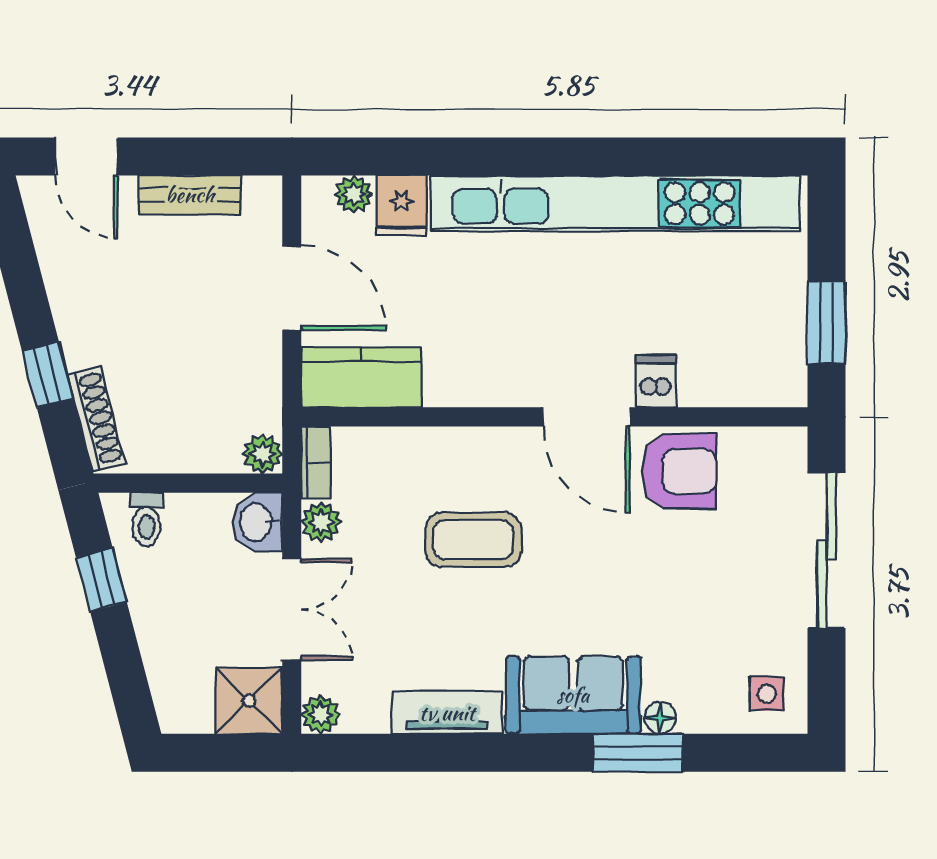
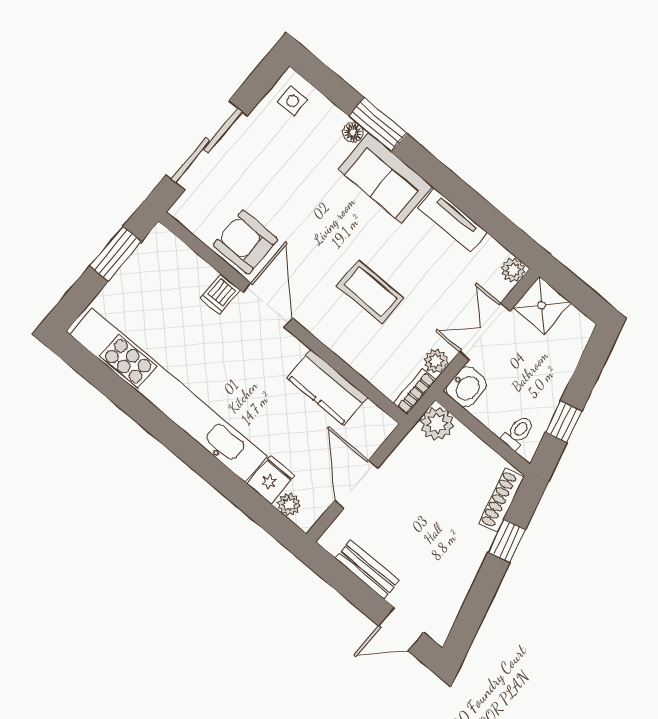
door: (86, 157) -> (401, 629), swing flipped
kitchen counter: (361, 377) -> (327, 388), moved
plant: (263, 454) -> (437, 424), width x1.38, depth x1.38

